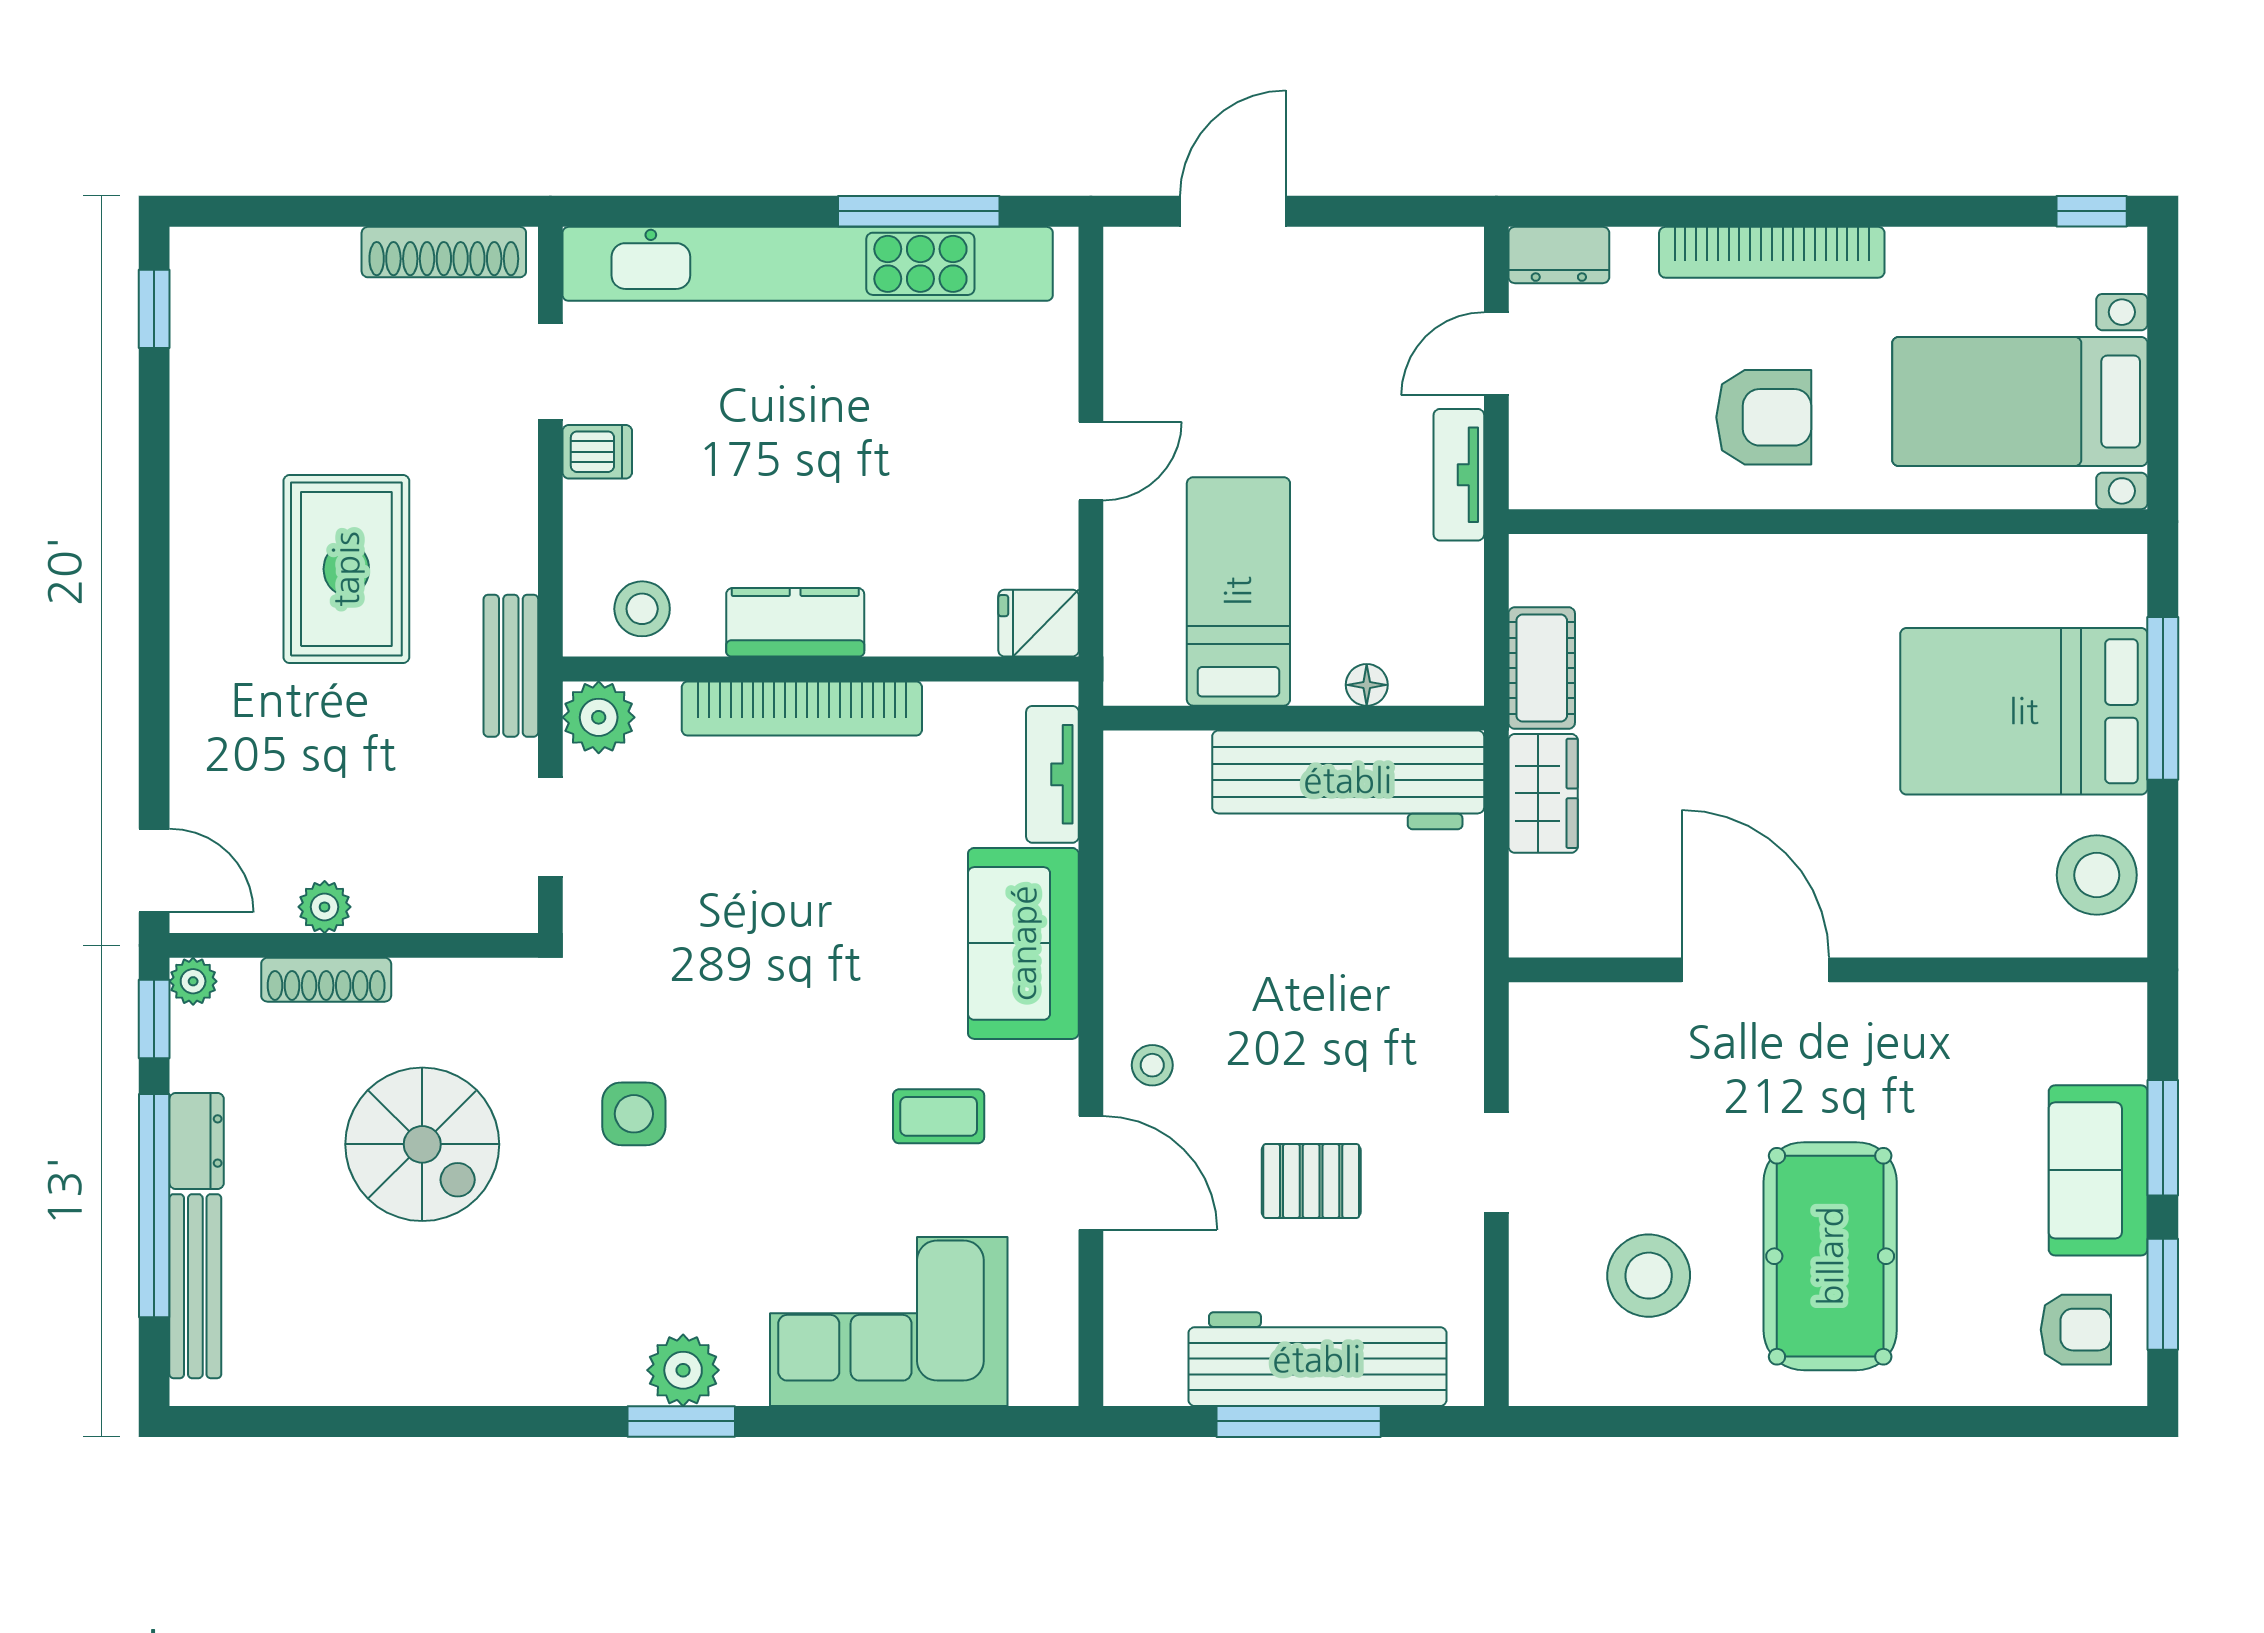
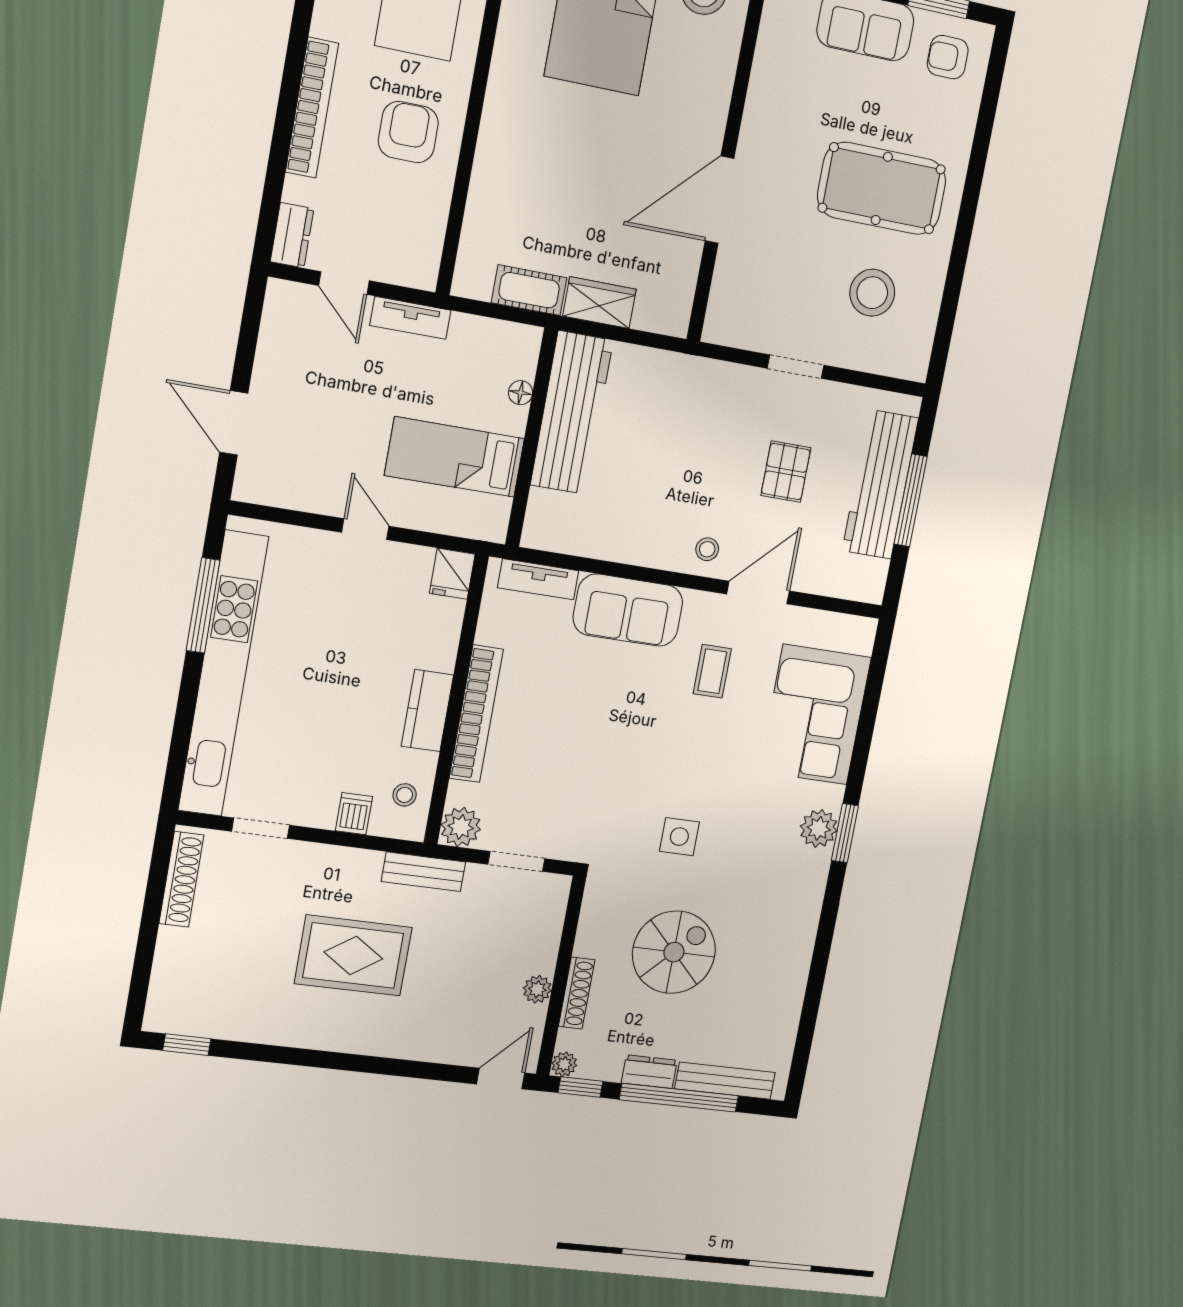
dishwasher: (597, 452) -> (354, 814), moved
stool: (642, 609) -> (405, 795), width x0.73, depth x0.73
armchair: (2076, 1330) -> (948, 57), turned -90

